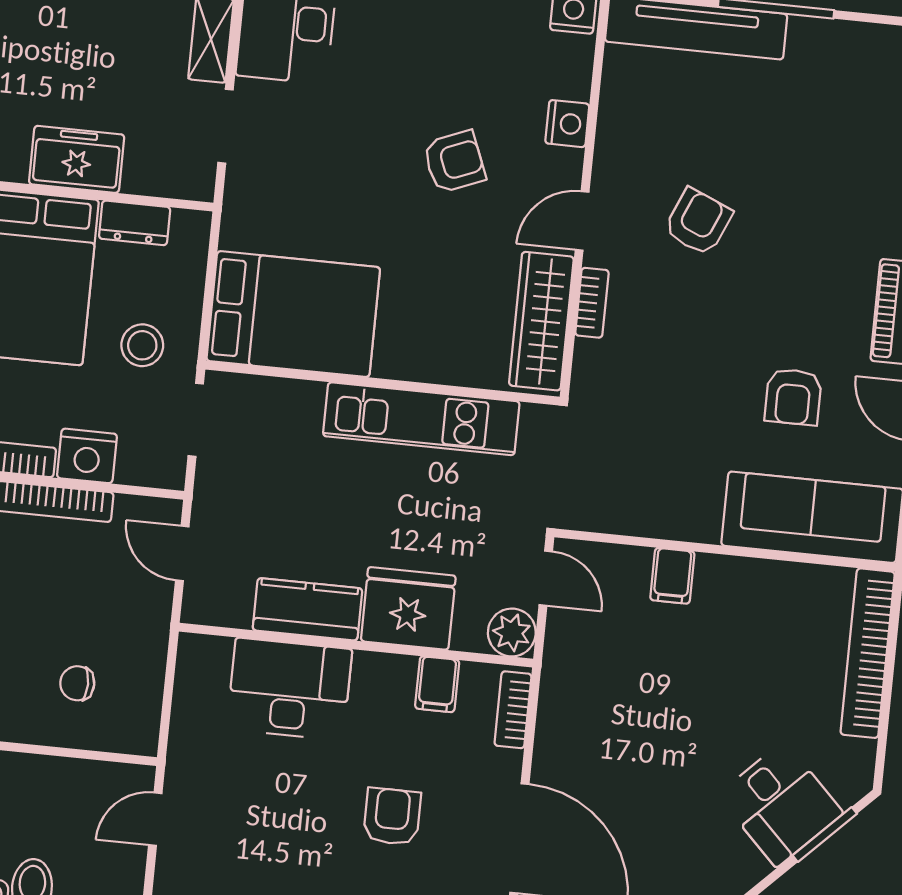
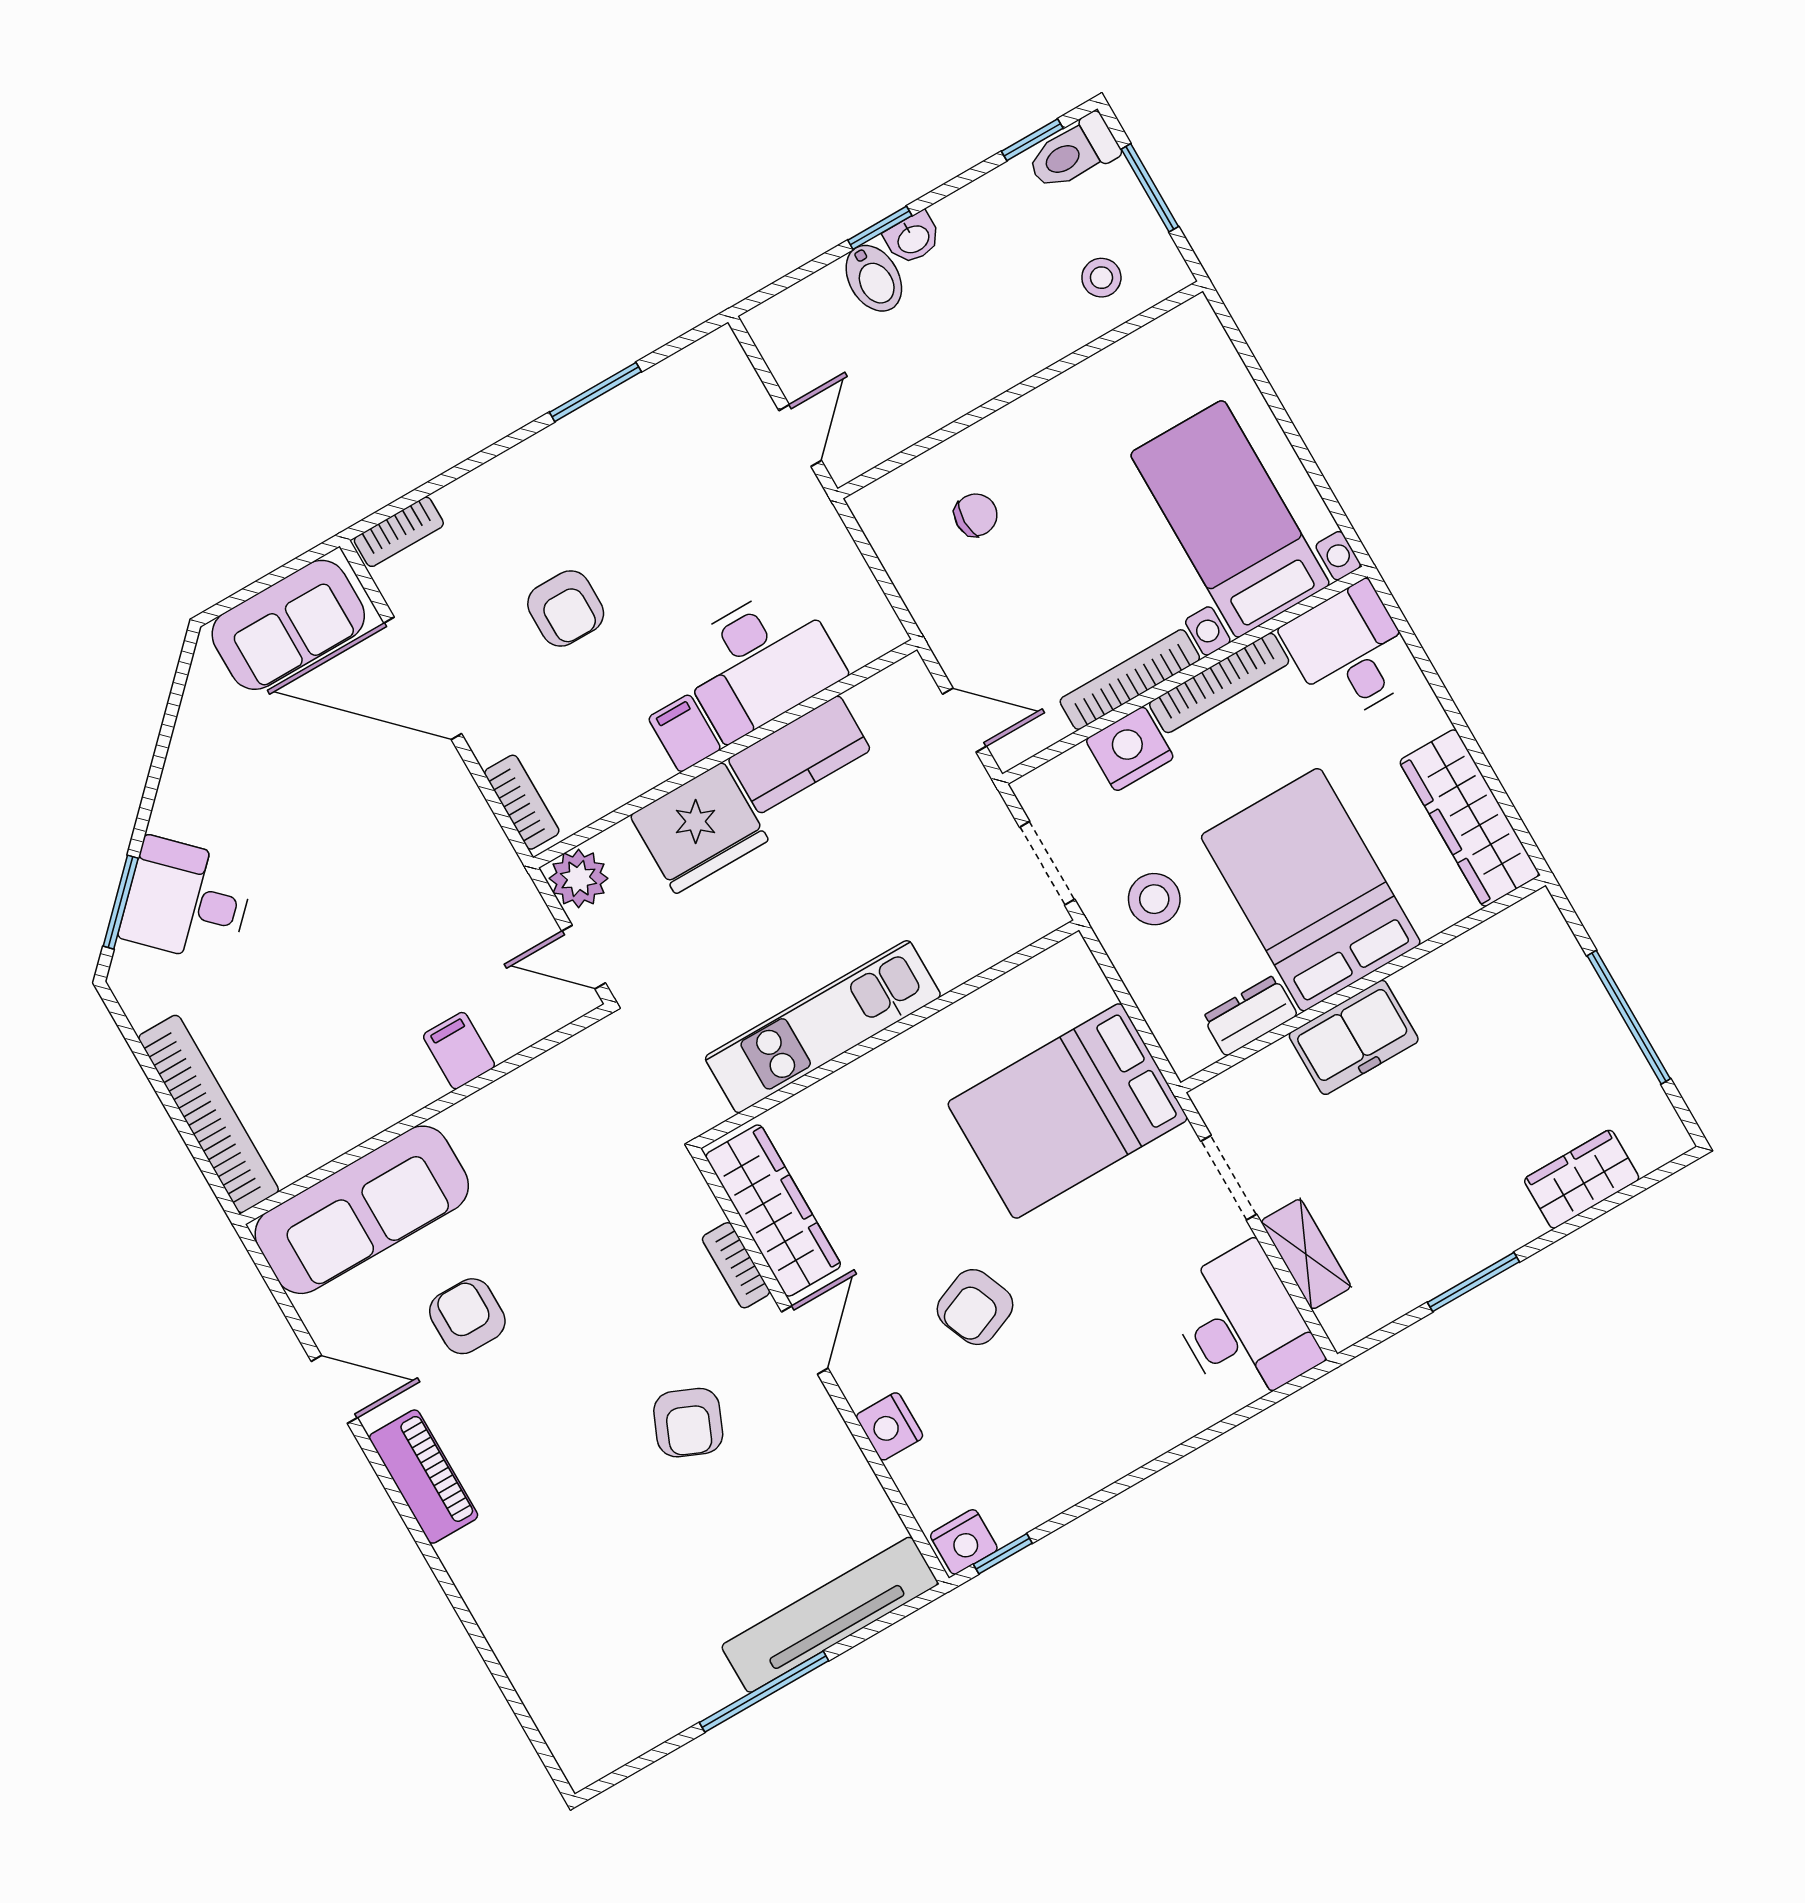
bed: (293, 314) -> (1068, 1111), moved
filing cabinet: (437, 684) -> (685, 733), moved

